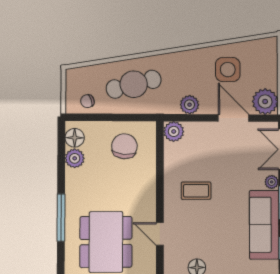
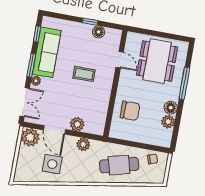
plant: (174, 131) -> (77, 124), moved
floor lamp: (75, 138) -> (171, 108), moved
chair: (124, 146) -> (130, 111), moved, turned -96
coffee table: (196, 191) -> (84, 74), moved

